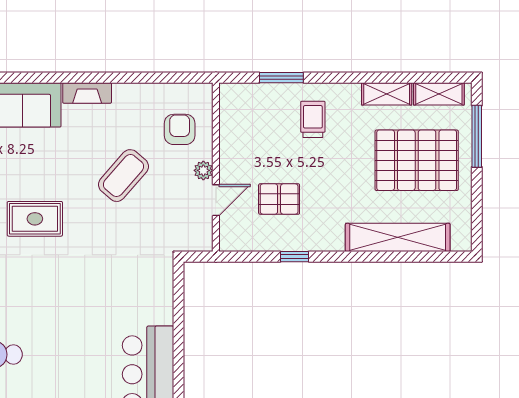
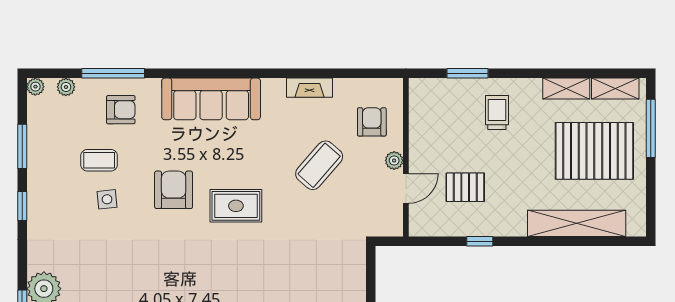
fireplace: (87, 93) -> (310, 88), moved

